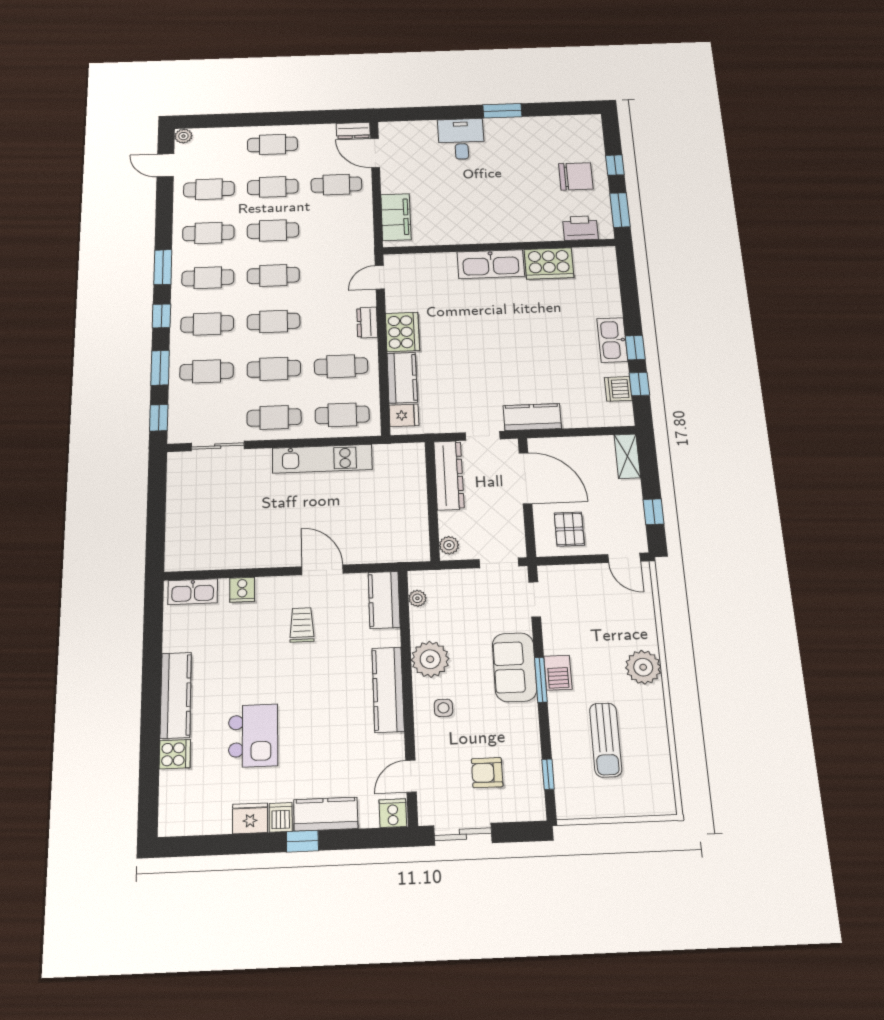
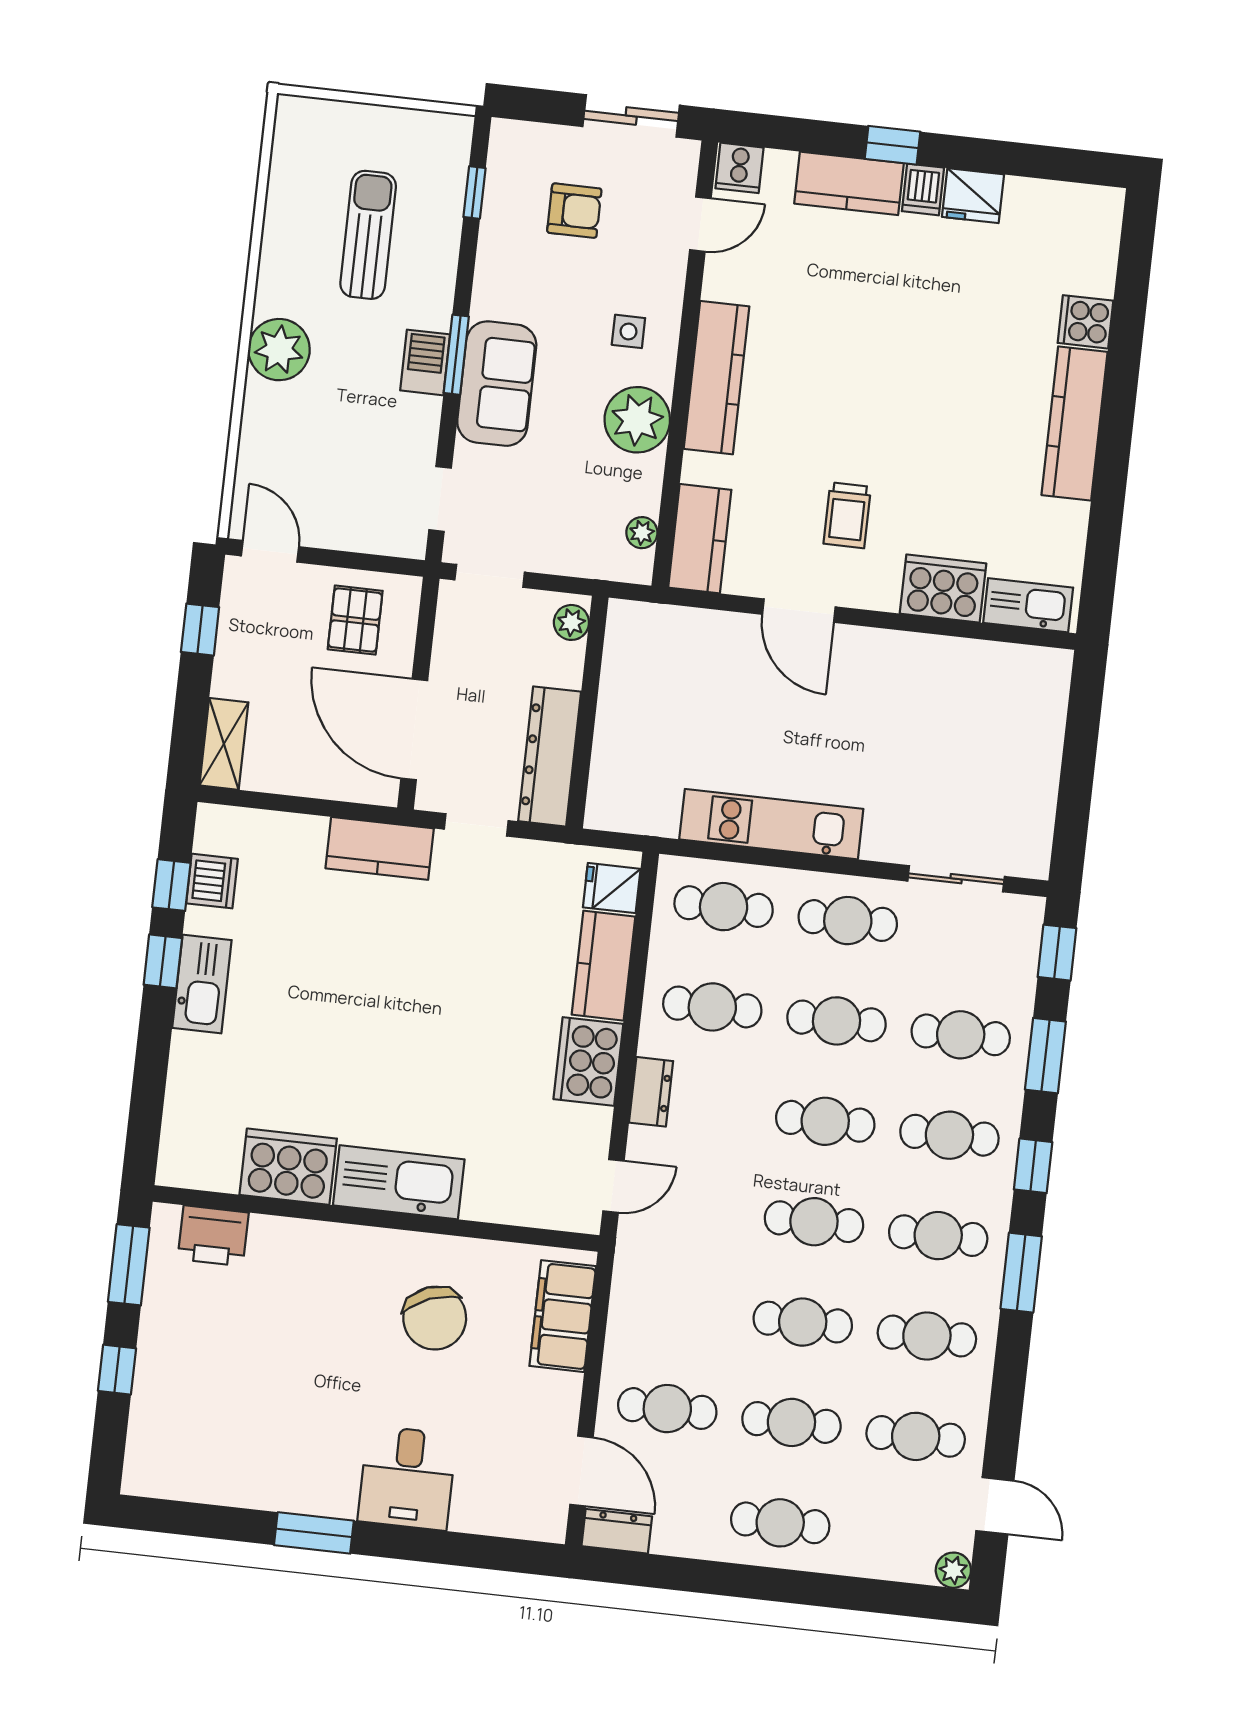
chair: (576, 176) -> (435, 1318), moved, turned -111
cooker: (242, 590) -> (943, 589), width x1.87, depth x1.31
kitchen island: (253, 736) -> (952, 333), removed

